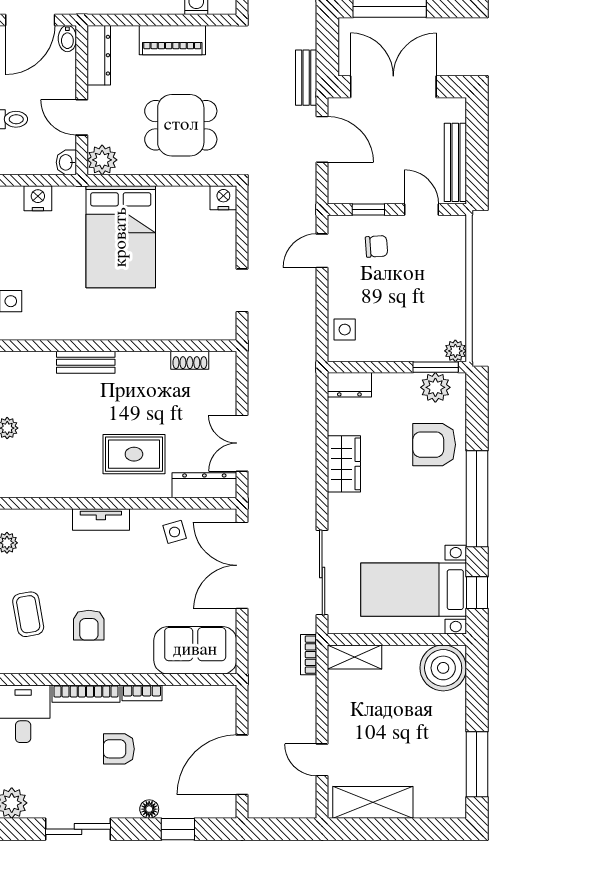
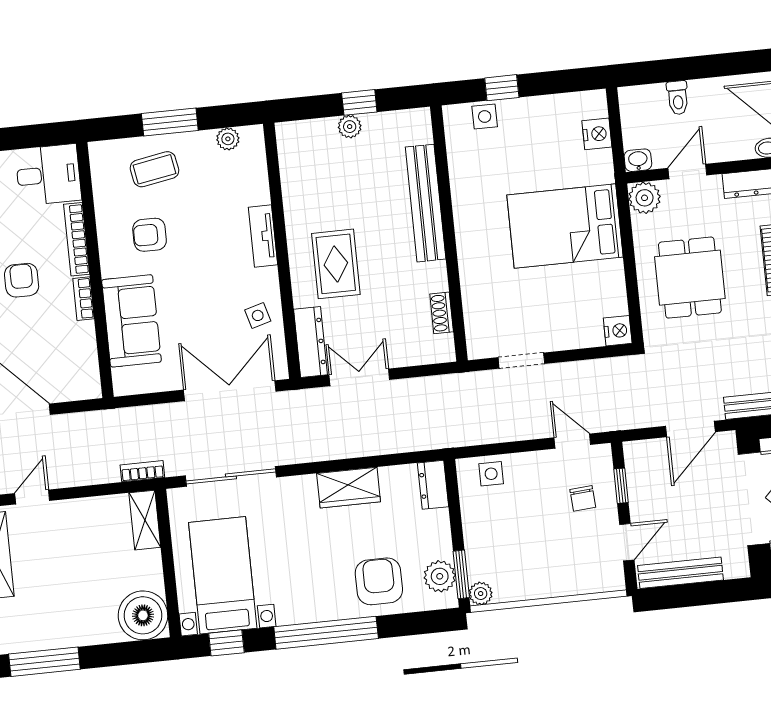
bench: (86, 362) -> (426, 203), width x1.86, depth x1.21
sofa: (195, 650) -> (131, 321), moved

